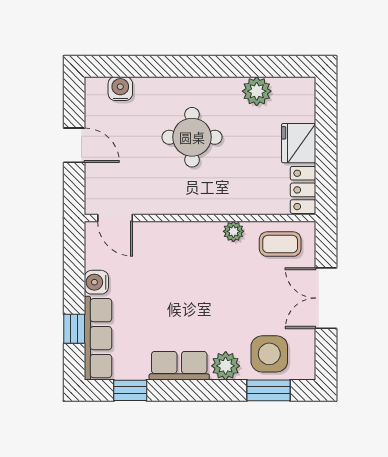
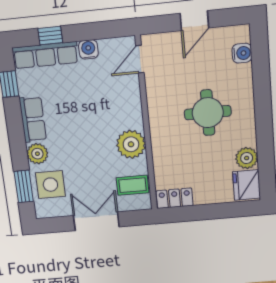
fridge: (299, 143) -> (247, 185), moved, turned -90
plant: (233, 231) -> (131, 144), width x1.87, depth x1.87
coffee table: (280, 244) -> (133, 185), turned 90

